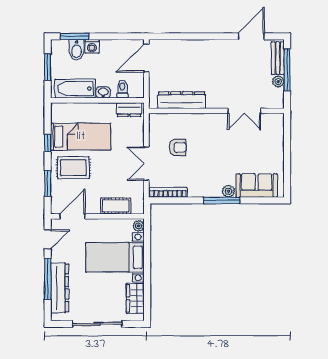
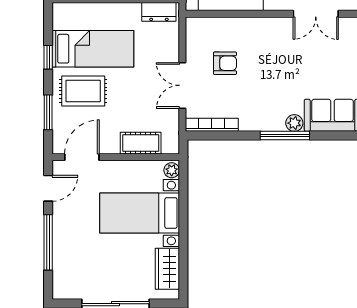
dresser: (60, 288) -> (64, 254), removed

